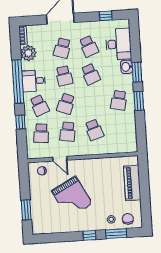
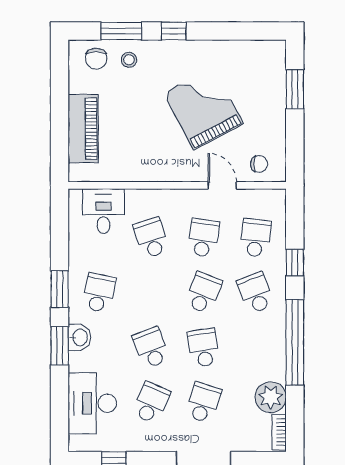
school desk: (89, 46) -> (151, 403), turned 45
washbasin: (127, 67) -> (79, 337), moved
desk: (34, 81) -> (103, 211), moved, turned -90

